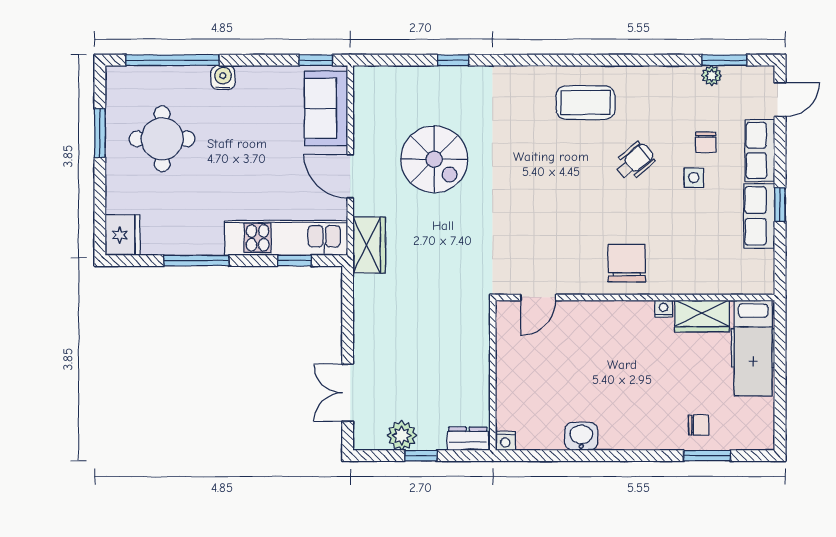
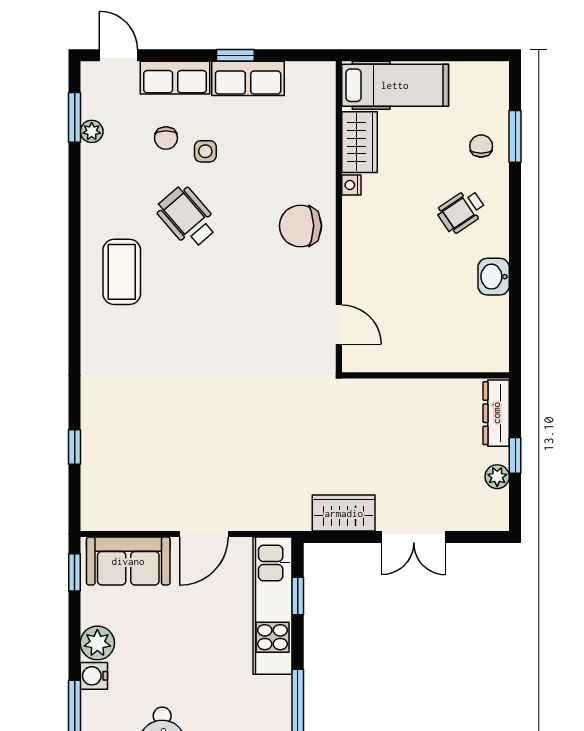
window: (453, 60) -> (75, 447), moved
plant: (252, 81) -> (97, 643), added
chair: (706, 142) -> (166, 138), turned 90
spiral stairs: (434, 159) -> (185, 441), removed
wheelchair: (635, 161) -> (187, 217), width x1.36, depth x1.37
wardrobe: (369, 245) -> (344, 513), moved
double door: (348, 393) -> (414, 537), moved
wheelchair: (640, 407) -> (461, 211), added
plant: (402, 436) -> (497, 477), width x0.73, depth x0.73
dresser: (468, 439) -> (496, 413), width x1.44
nightstand: (505, 441) -> (499, 361), removed

